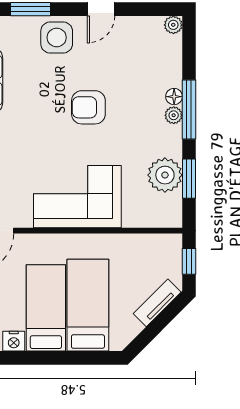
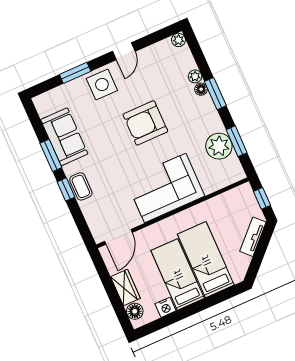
armchair: (88, 107) -> (145, 123), width x1.36, depth x1.36
window: (189, 110) -> (215, 94), width x0.69
plant: (174, 115) -> (195, 76), moved

